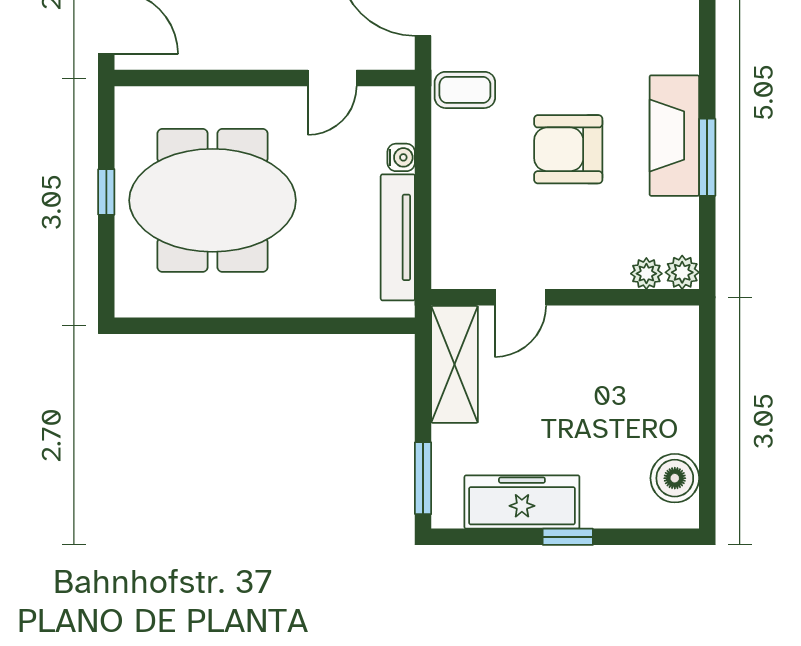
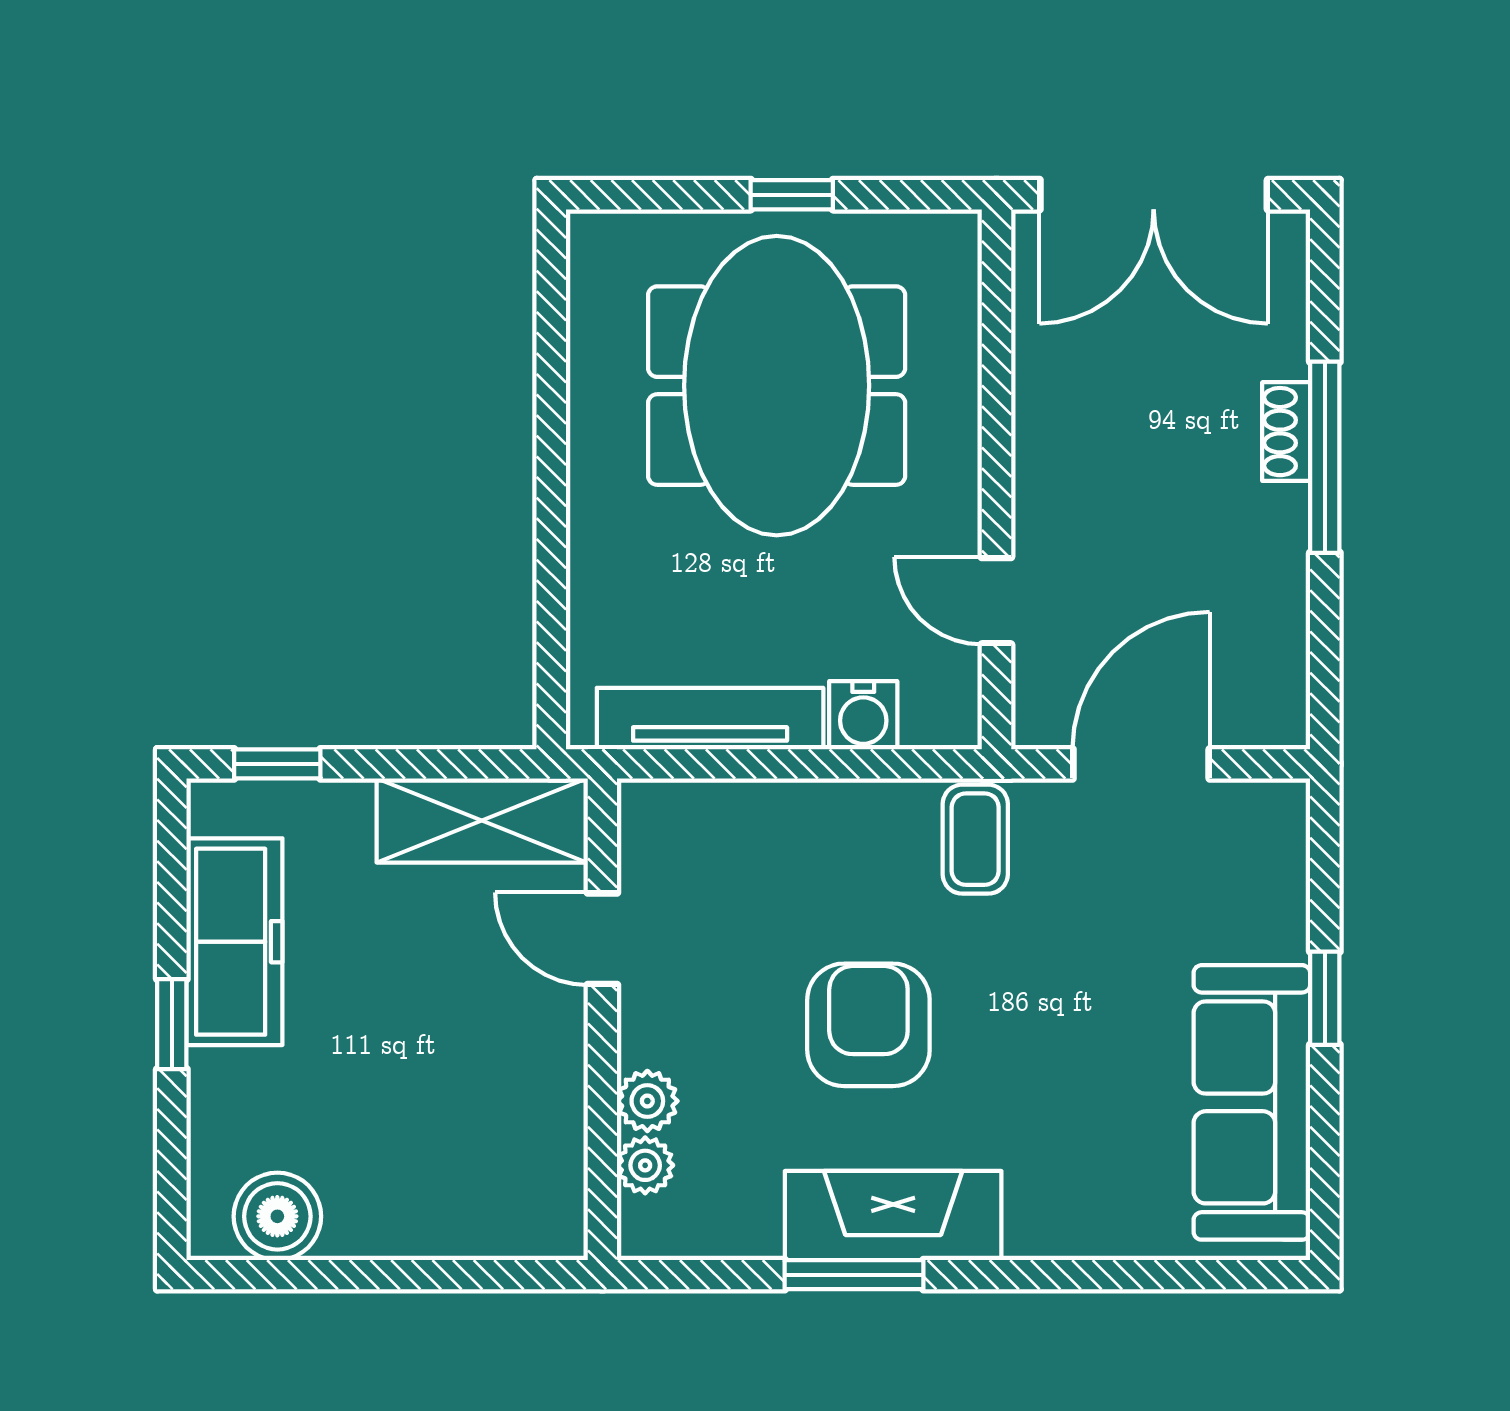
water cooler: (401, 157) -> (863, 715), width x1.38, depth x1.38
plant: (682, 272) -> (647, 1101), moved
window: (423, 478) -> (277, 764), width x0.67

